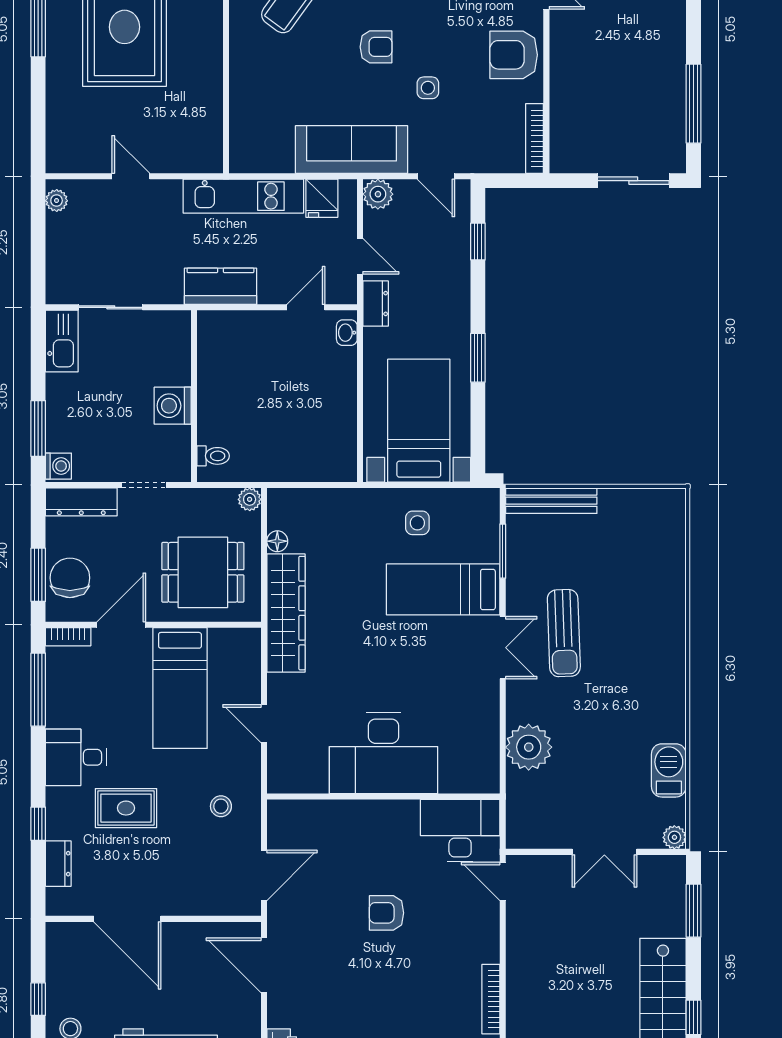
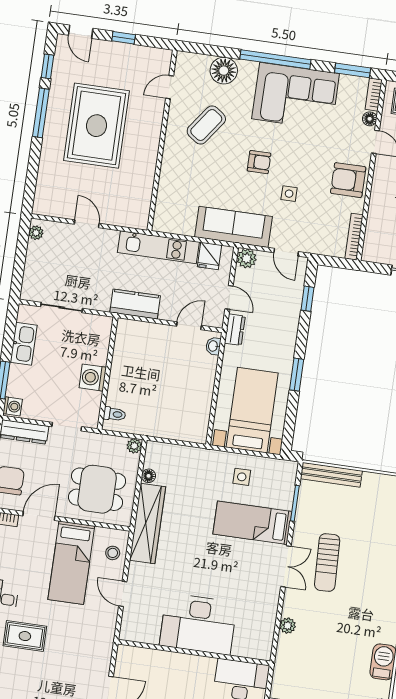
kitchen sink: (62, 341) -> (24, 344), moved
plant: (529, 747) -> (288, 626), width x0.53, depth x0.53
stool: (221, 806) -> (113, 553), moved

